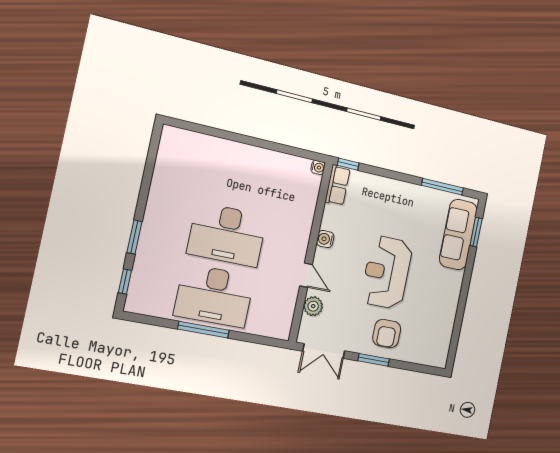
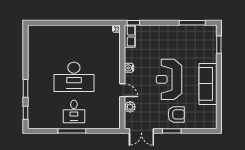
sofa: (458, 235) -> (208, 84), moved
desk: (214, 296) -> (74, 111), width x0.53, depth x0.77
armchair: (387, 334) -> (176, 114), turned -90

